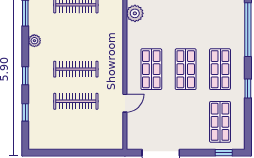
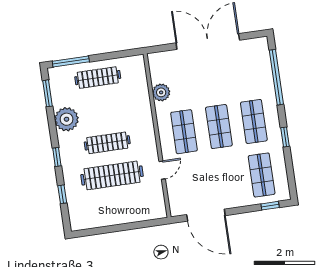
plant: (135, 13) -> (161, 92), moved
plant: (34, 41) -> (67, 119), width x1.88, depth x1.88
clothes rail: (76, 101) -> (112, 175), width x1.37, depth x1.31

